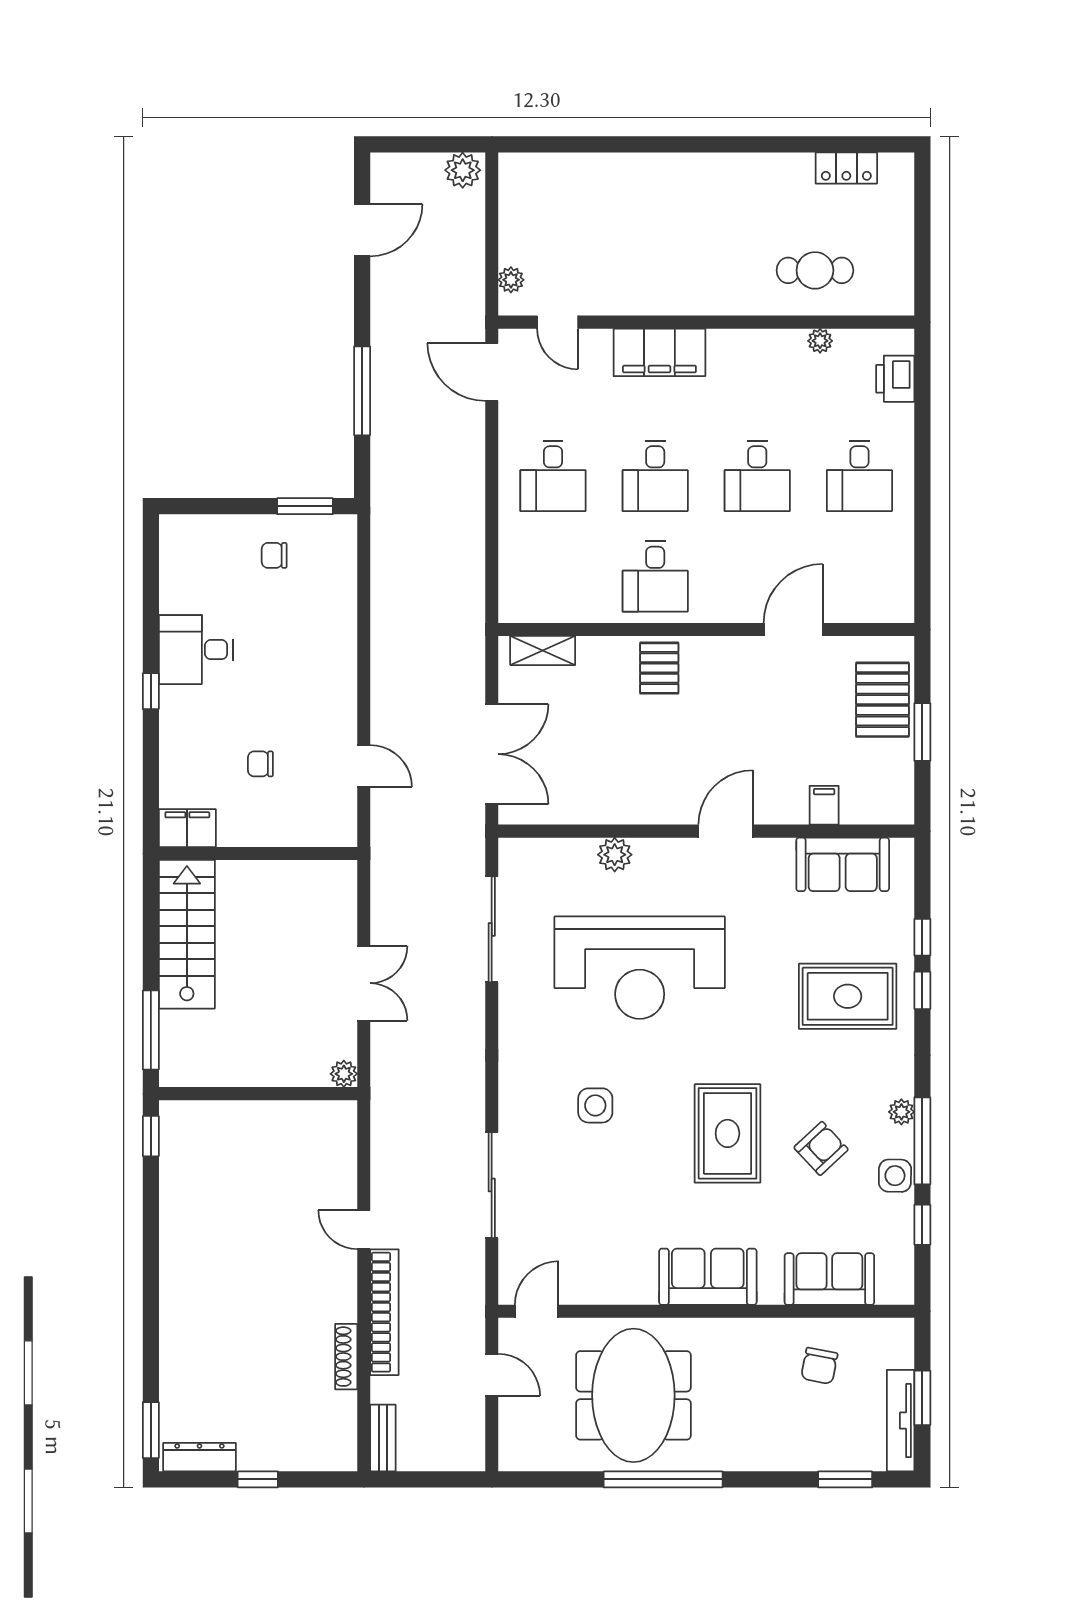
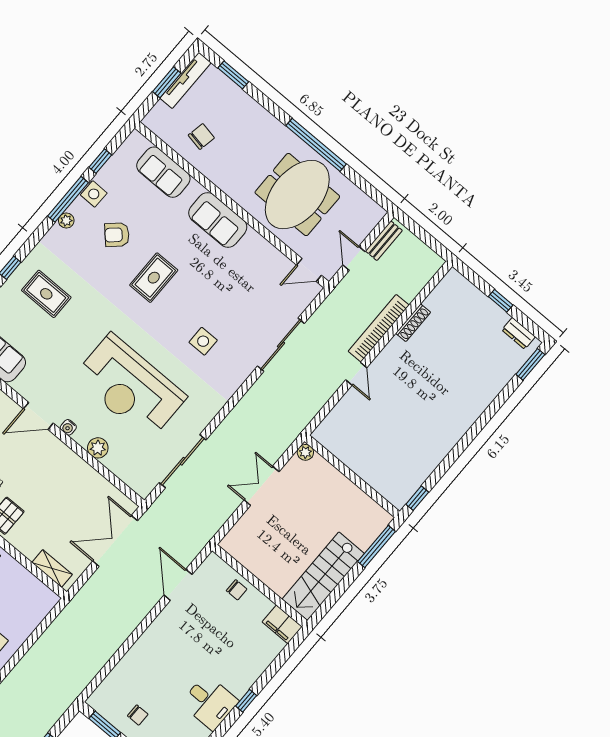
chair: (260, 764) -> (237, 590), moved
door: (364, 766) -> (178, 585), width x1.38
water cooler: (675, 849) -> (68, 427), added
reception desk: (640, 968) -> (130, 387), turned 180
rug: (848, 996) -> (46, 294), width x0.73, depth x0.70
rug: (727, 1133) -> (154, 278), width x0.73, depth x0.70
bench: (383, 1438) -> (384, 241), moved
dresser: (199, 1457) -> (519, 333), width x0.70

